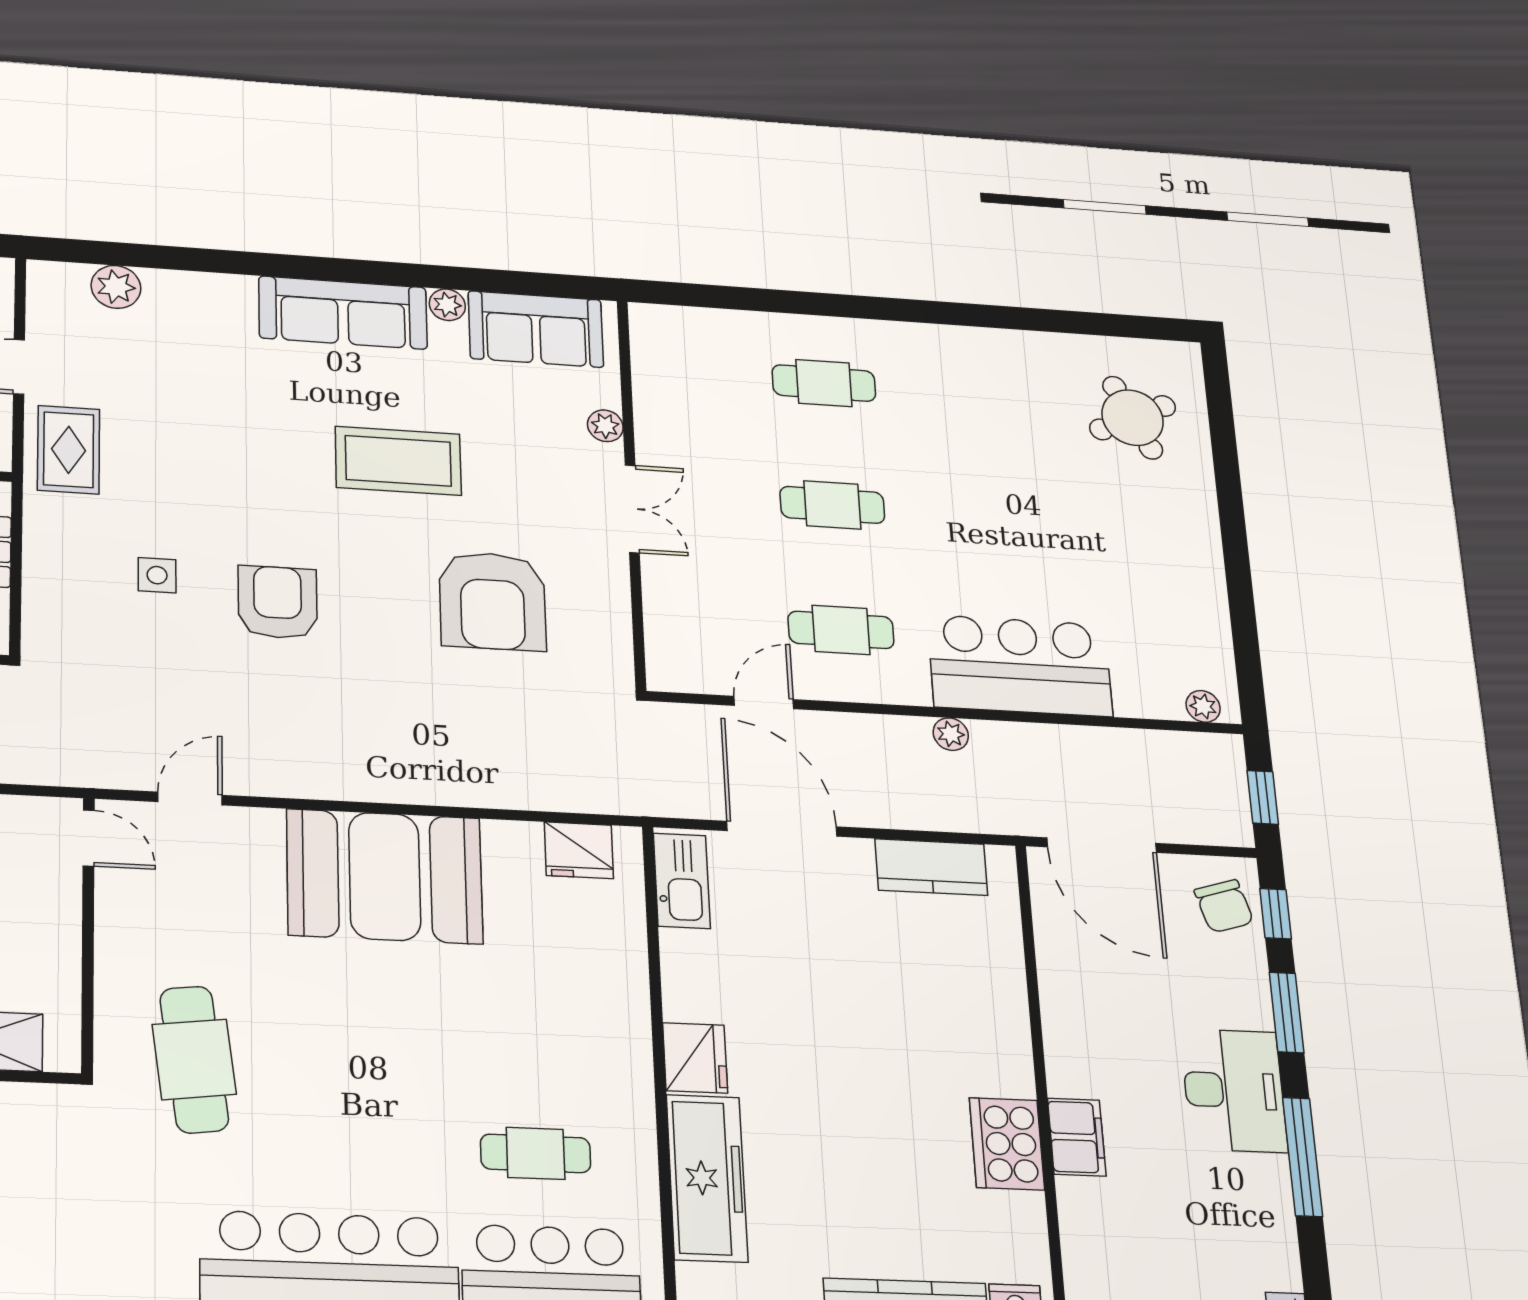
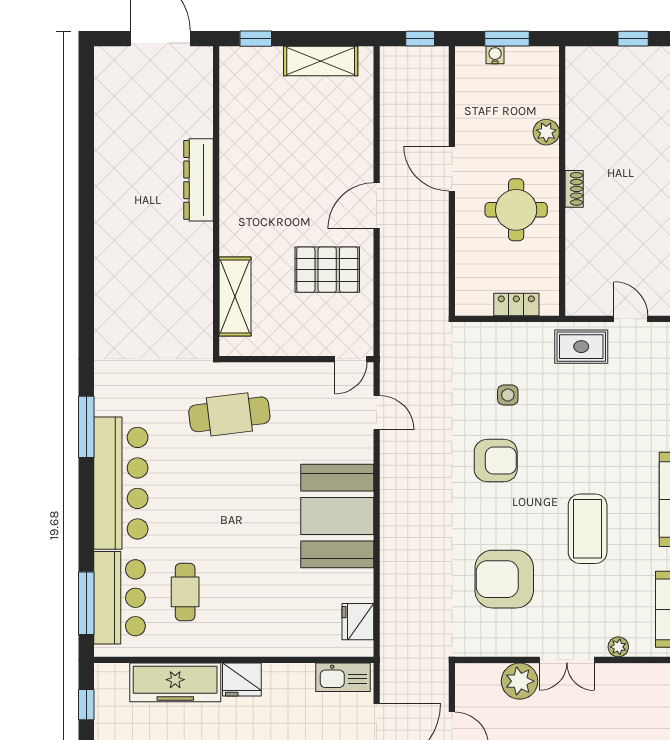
plant: (673, 587) -> (520, 681), added

